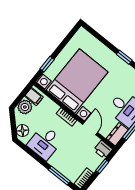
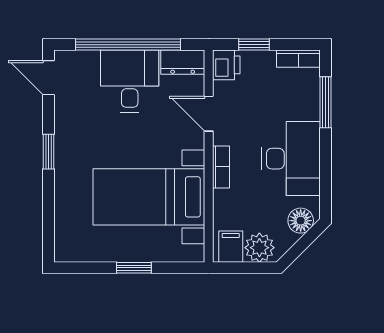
window: (47, 64) -> (134, 268), moved
bed with nightstands: (77, 81) -> (149, 197), width x0.73
door: (90, 128) -> (209, 114), hinge flipped
desk: (45, 143) -> (291, 159), width x1.37

